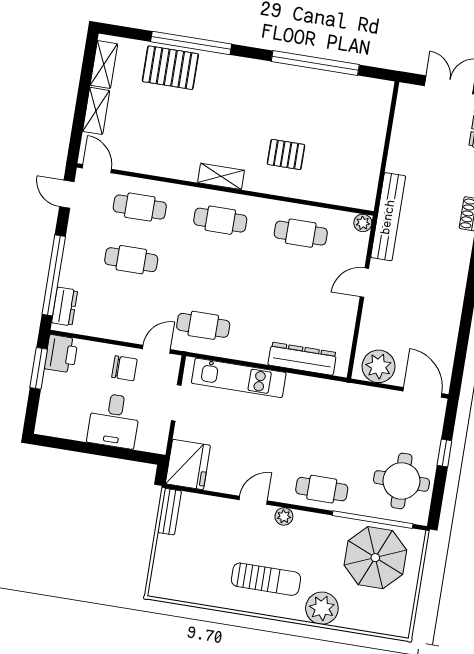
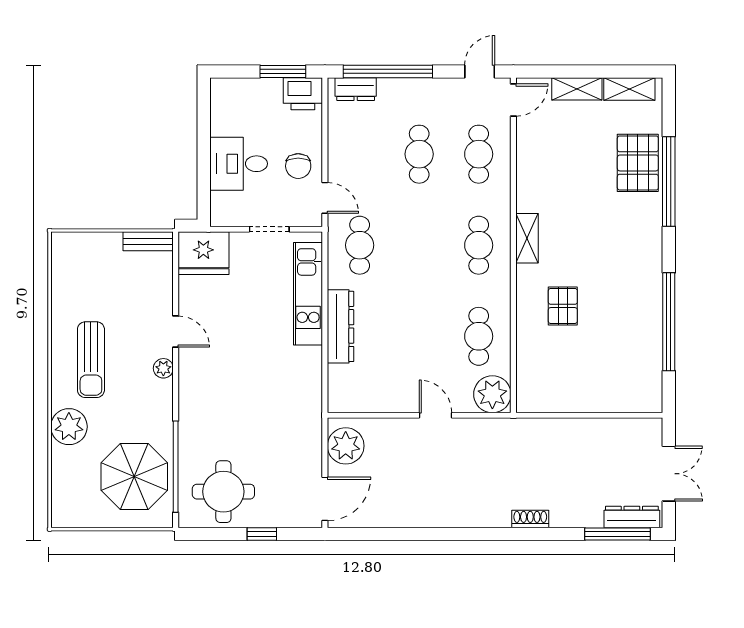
bench: (388, 217) -> (512, 430), removed
plant: (363, 223) -> (492, 394), width x1.87, depth x1.87
dresser: (302, 359) -> (341, 326), moved
cafe table: (322, 489) -> (200, 405), removed

